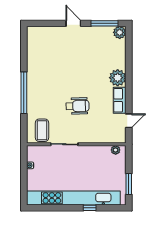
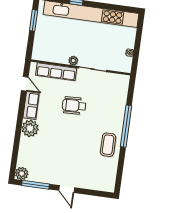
door: (129, 121) -> (25, 84), swing flipped
coffee table: (42, 130) -> (108, 145), moved
row of seats: (100, 137) -> (56, 72), added
plant: (116, 150) -> (73, 61), moved

